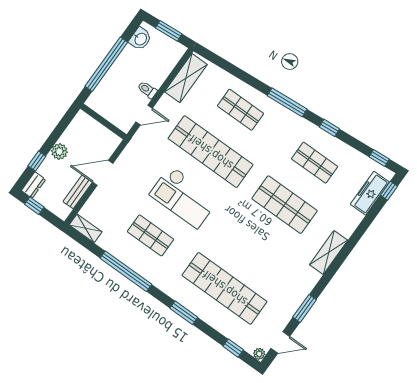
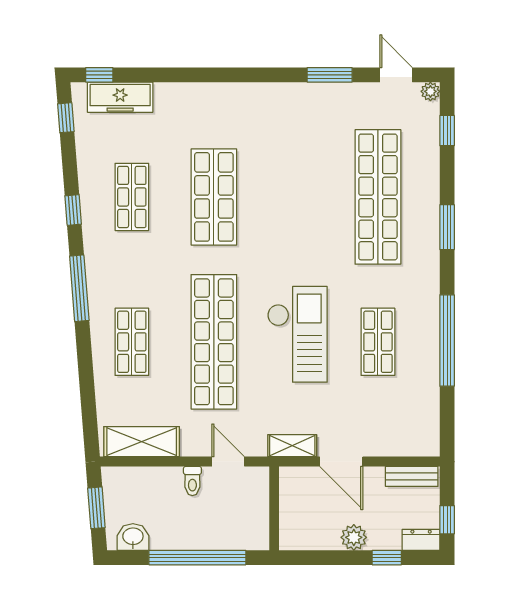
bench: (78, 192) -> (412, 476), moved
shelving: (86, 228) -> (292, 446), moved, turned 90
shelving: (329, 253) -> (235, 96), removed

